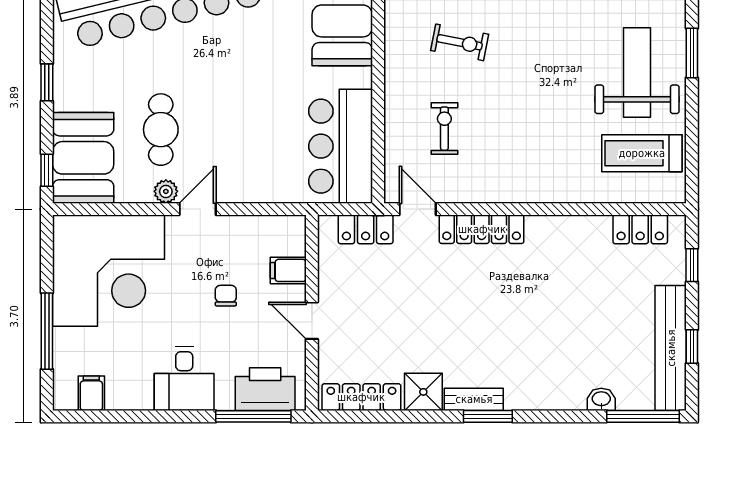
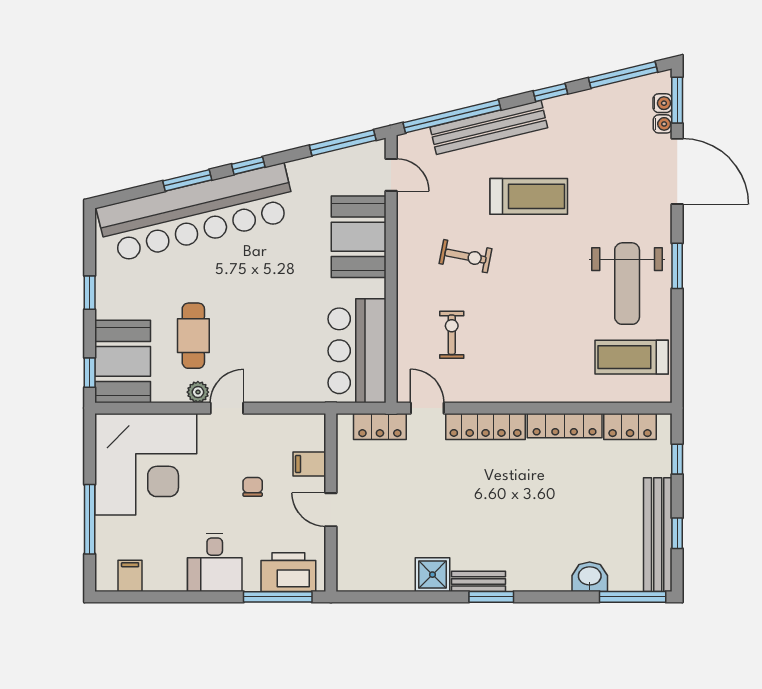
weight bench: (637, 72) -> (627, 284), turned 180
locker: (361, 397) -> (565, 426), moved, turned 180
washbasin: (601, 399) -> (590, 577), width x1.38, depth x1.45

